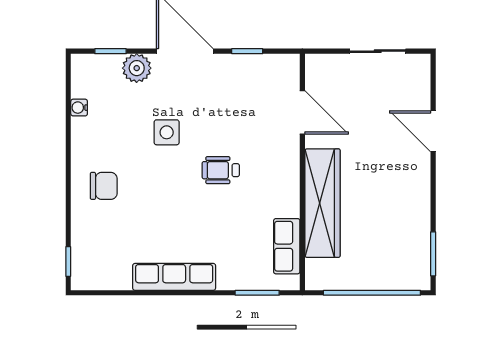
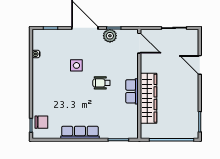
plant: (137, 68) -> (110, 36), moved
door: (302, 112) -> (139, 43), moved
chair: (104, 186) -> (41, 122), moved
row of seats: (287, 246) -> (132, 91), moved

